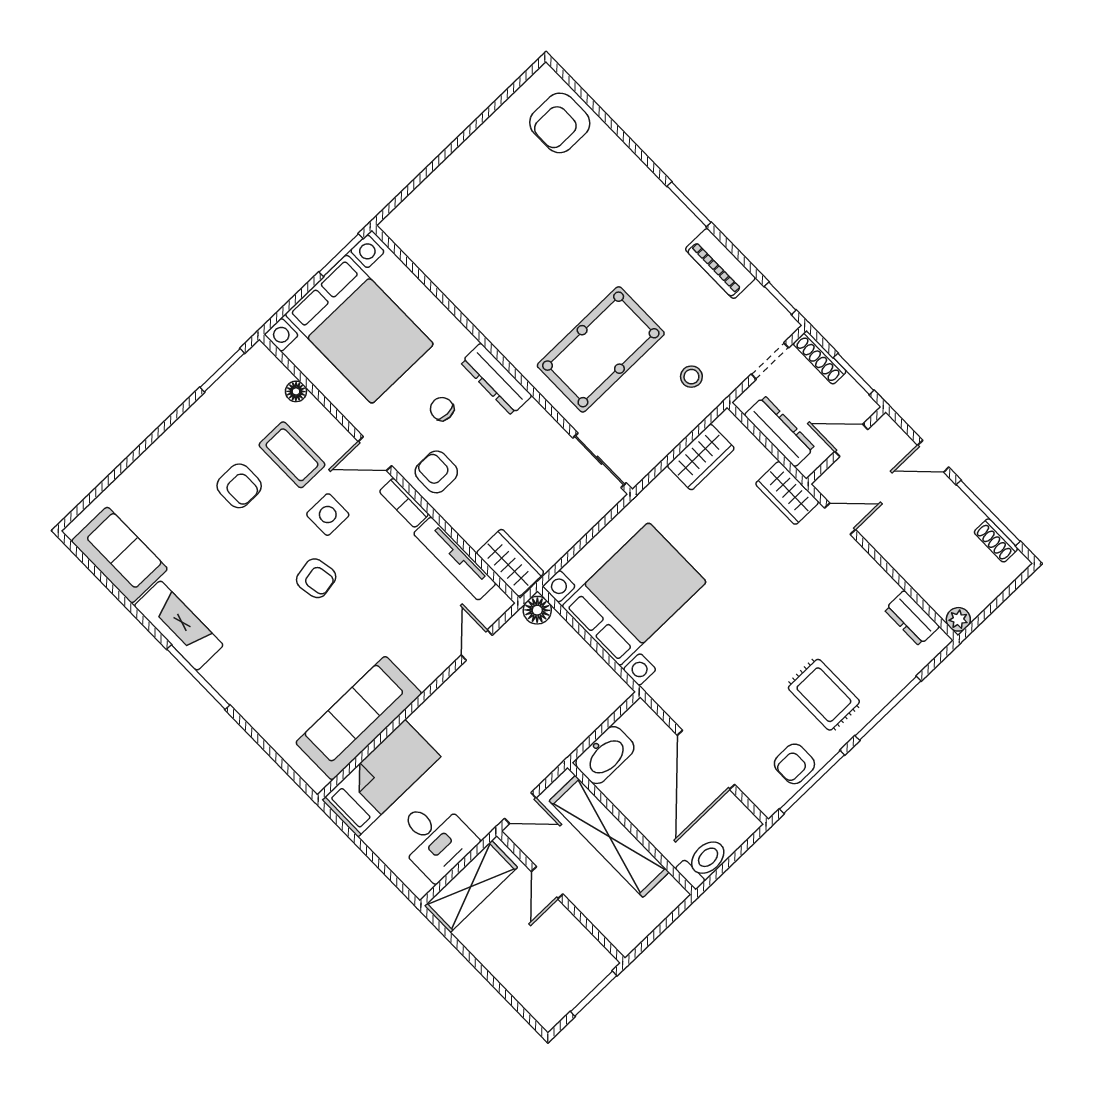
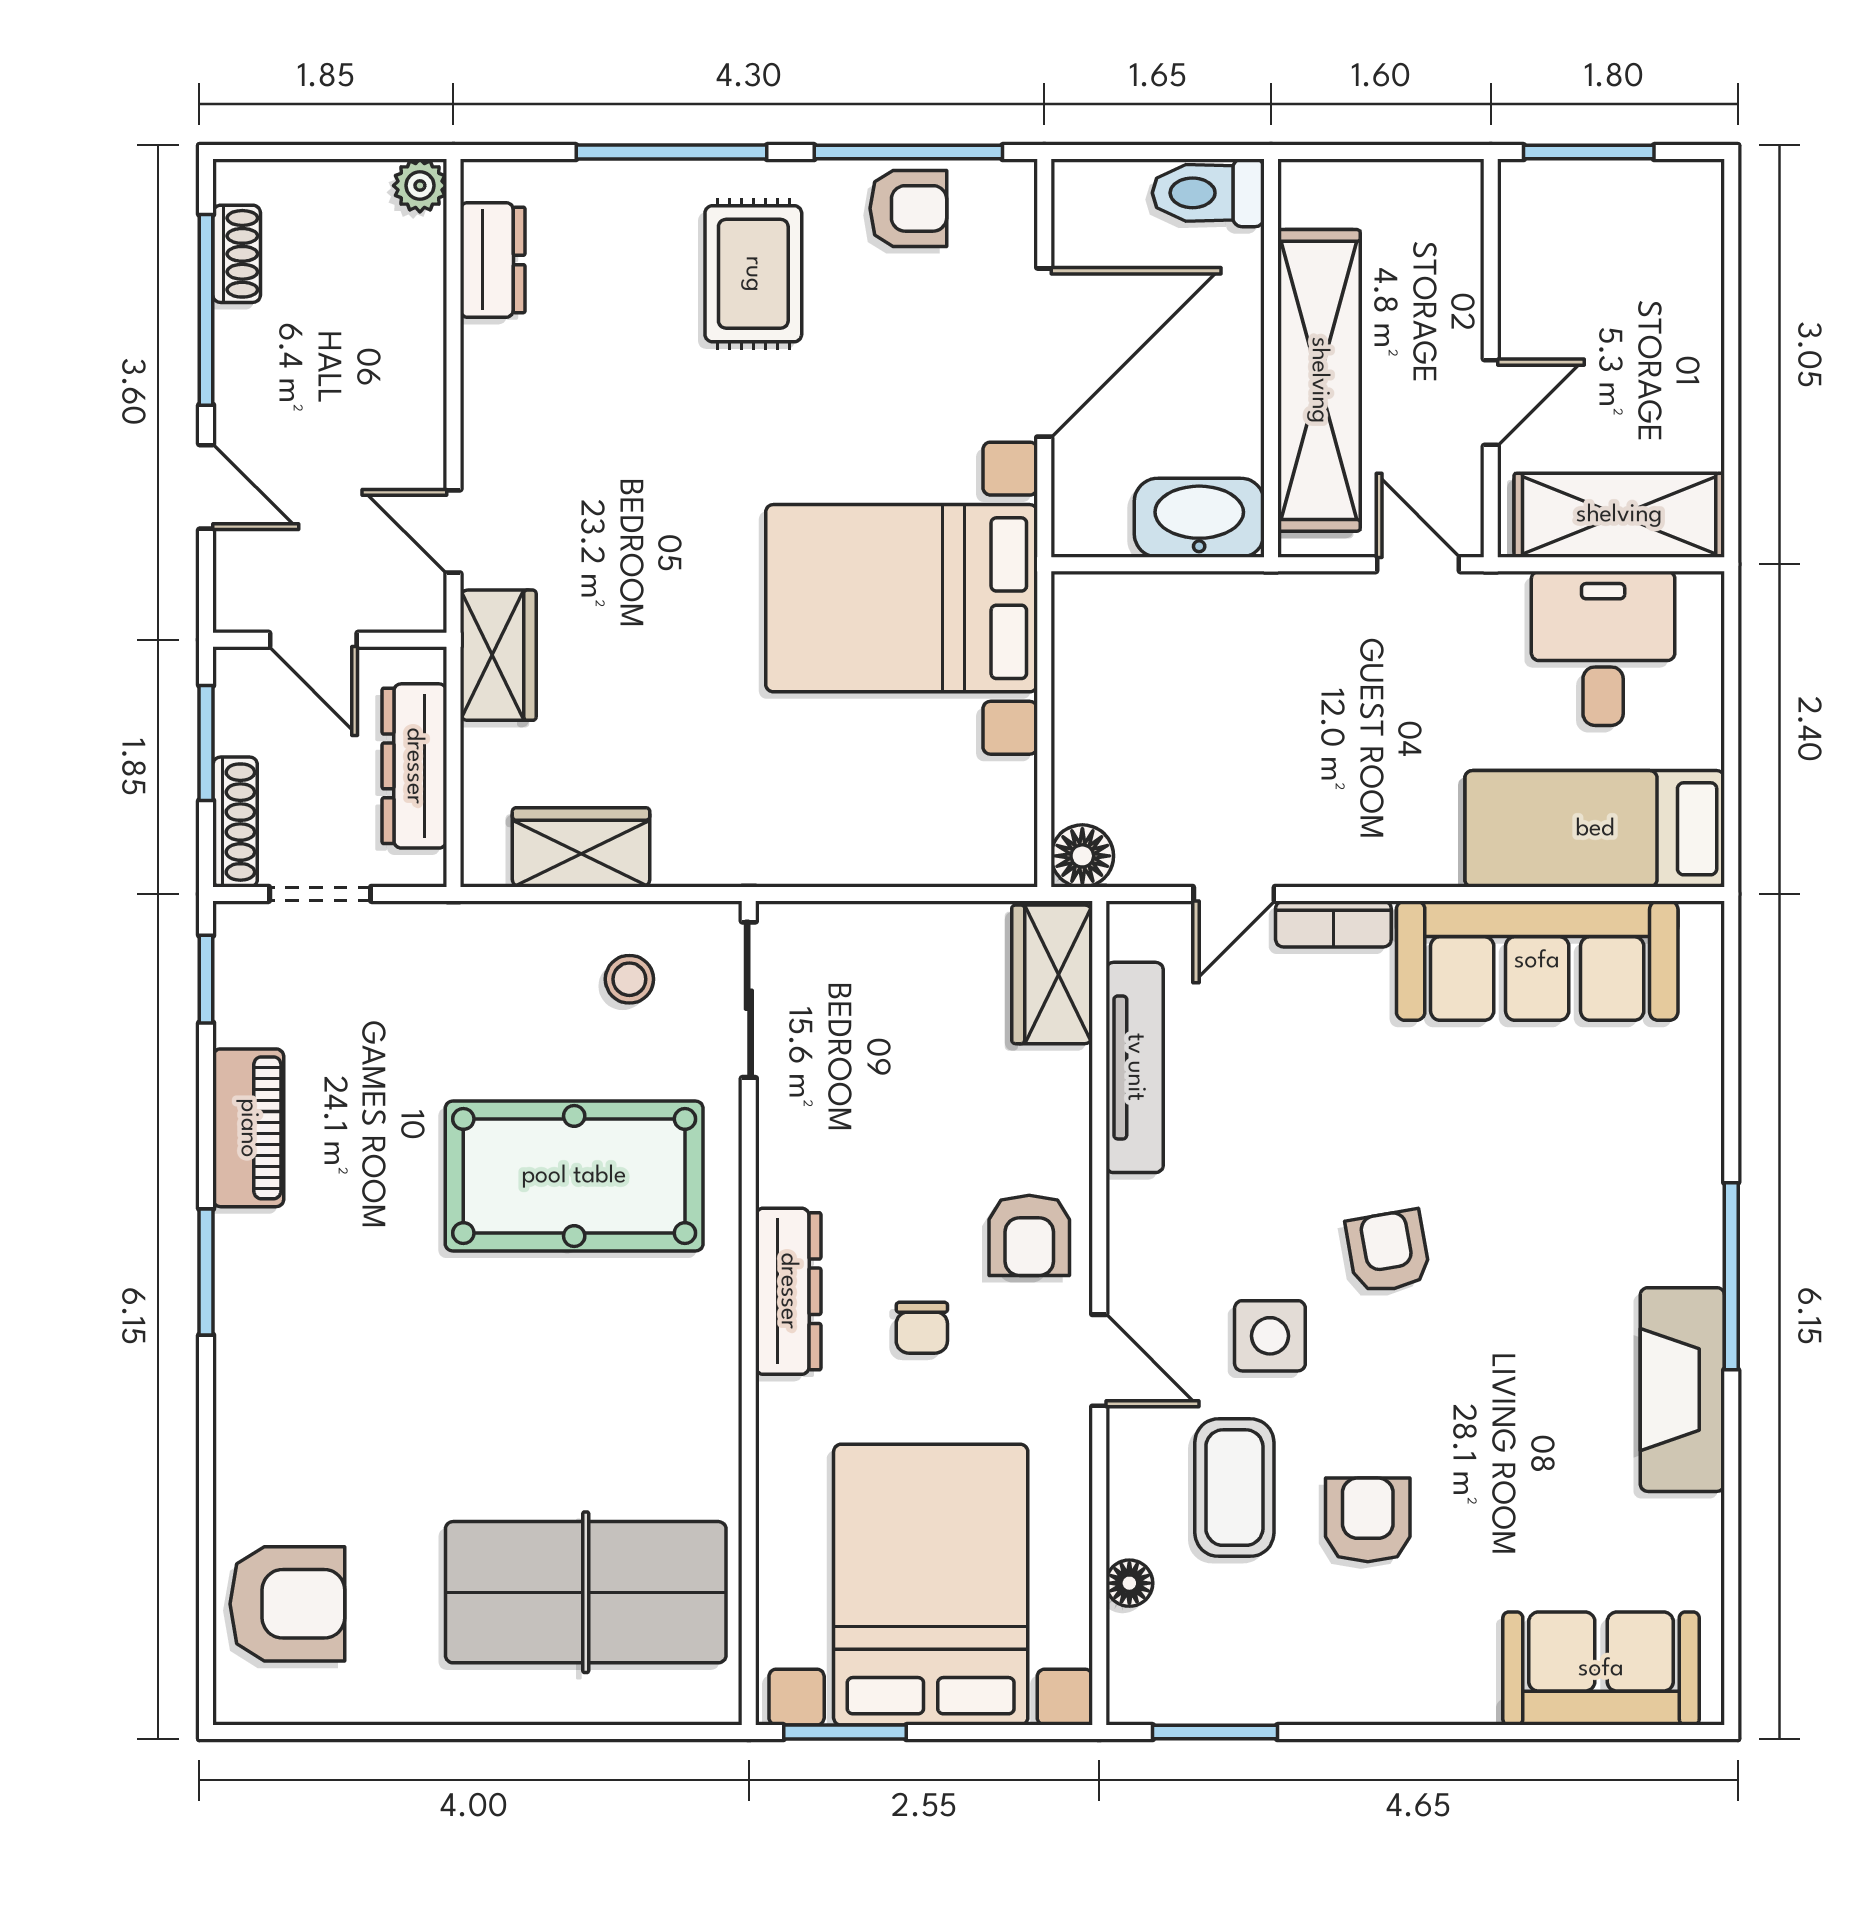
table tennis table: (468, 219) -> (586, 1592), added
stool: (691, 377) -> (629, 979), moved
bookcase: (404, 503) -> (1333, 924), moved, turned 90
sofa: (119, 555) -> (1601, 1669), moved, turned 90
bed with nightstands: (634, 594) -> (902, 598), moved

